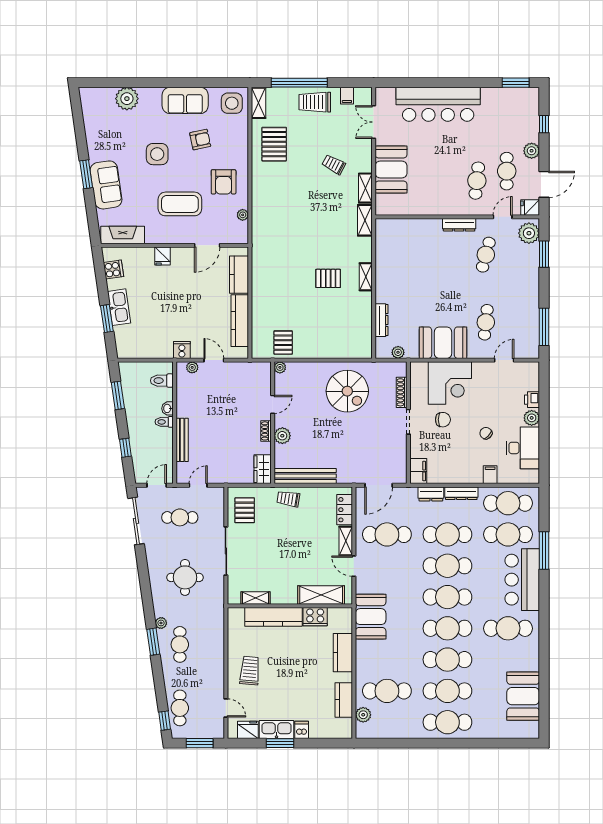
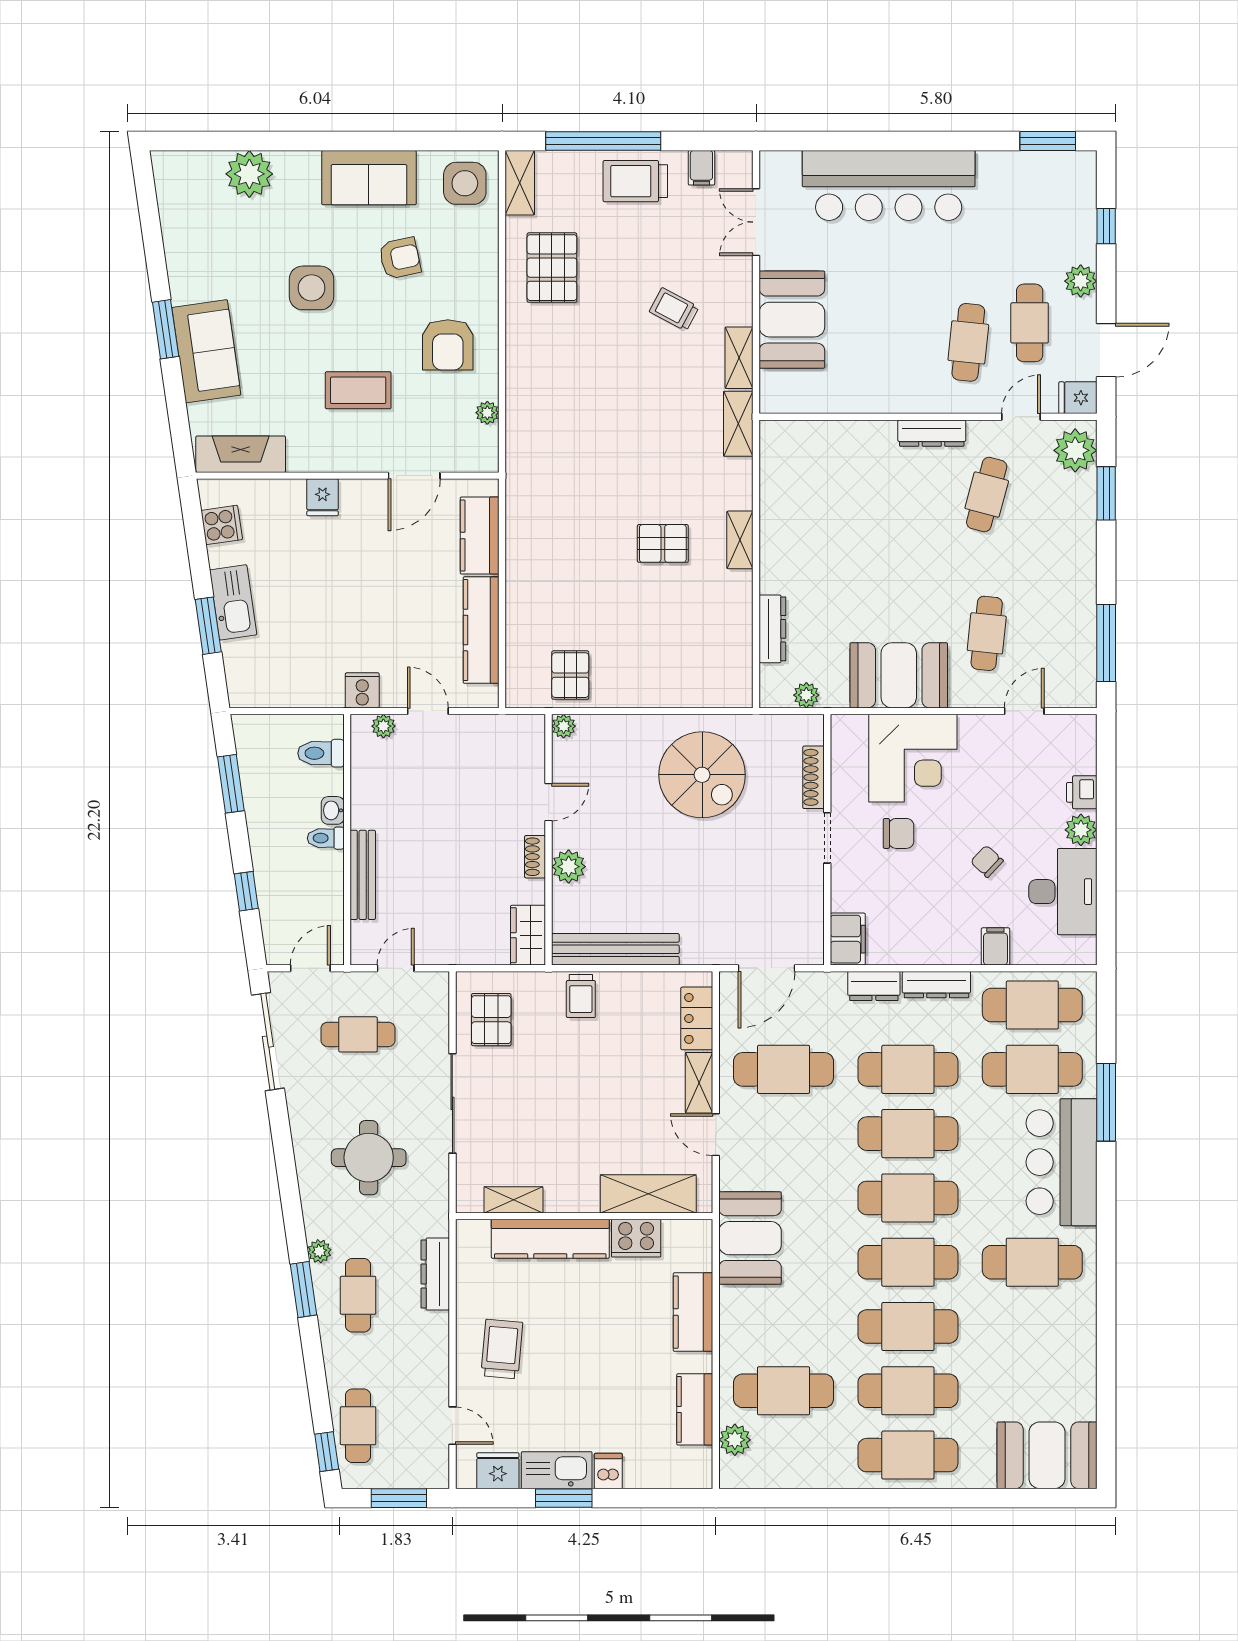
coffee table: (180, 204) -> (358, 390), width x0.73, depth x0.76
trolley: (288, 499) -> (581, 996), turned -99
dresser: (217, 634) -> (435, 1274), added
booth: (523, 696) -> (1047, 1455), moved, turned 90

